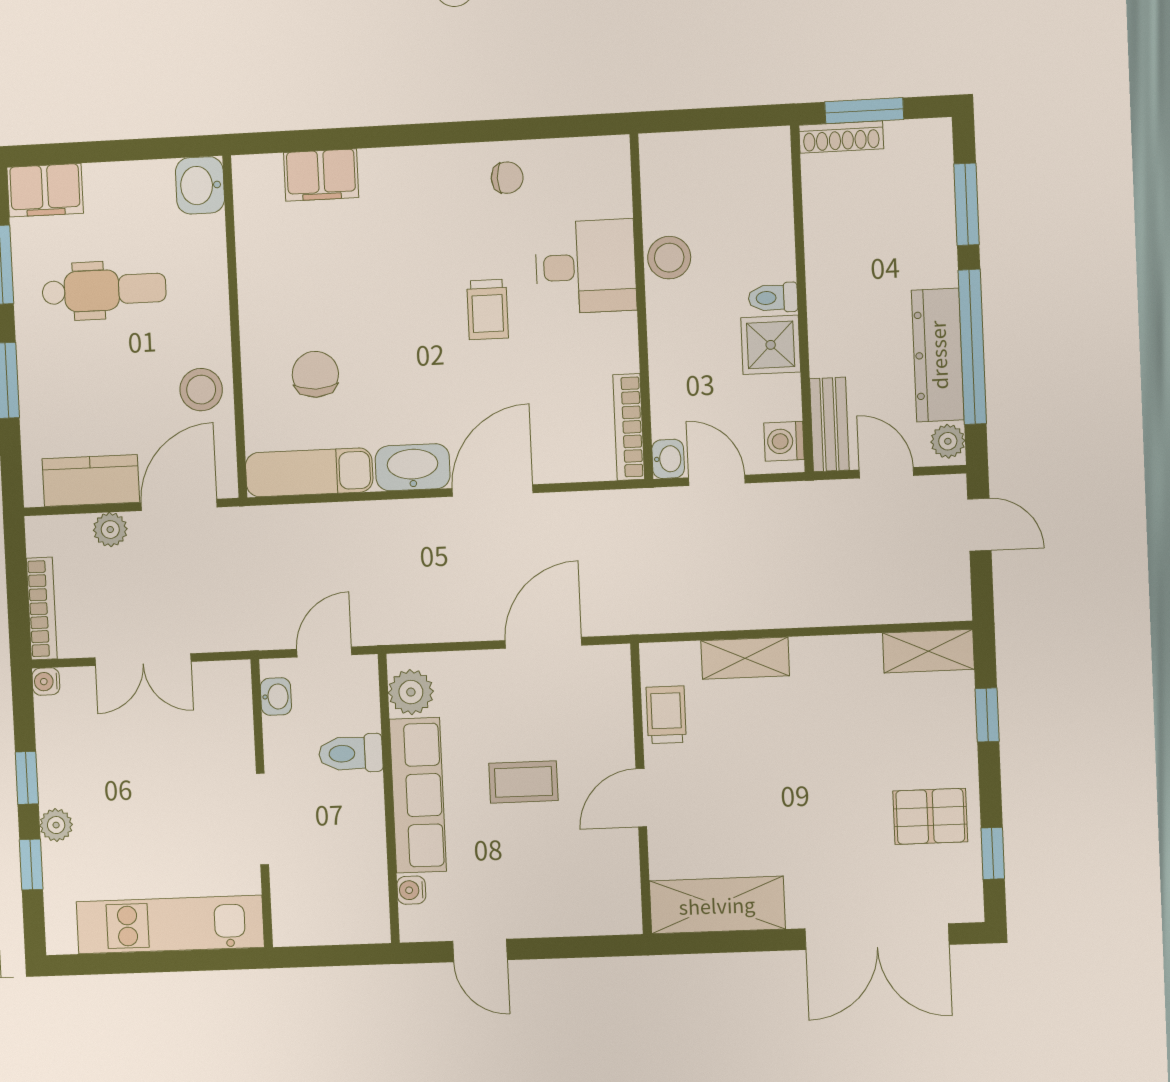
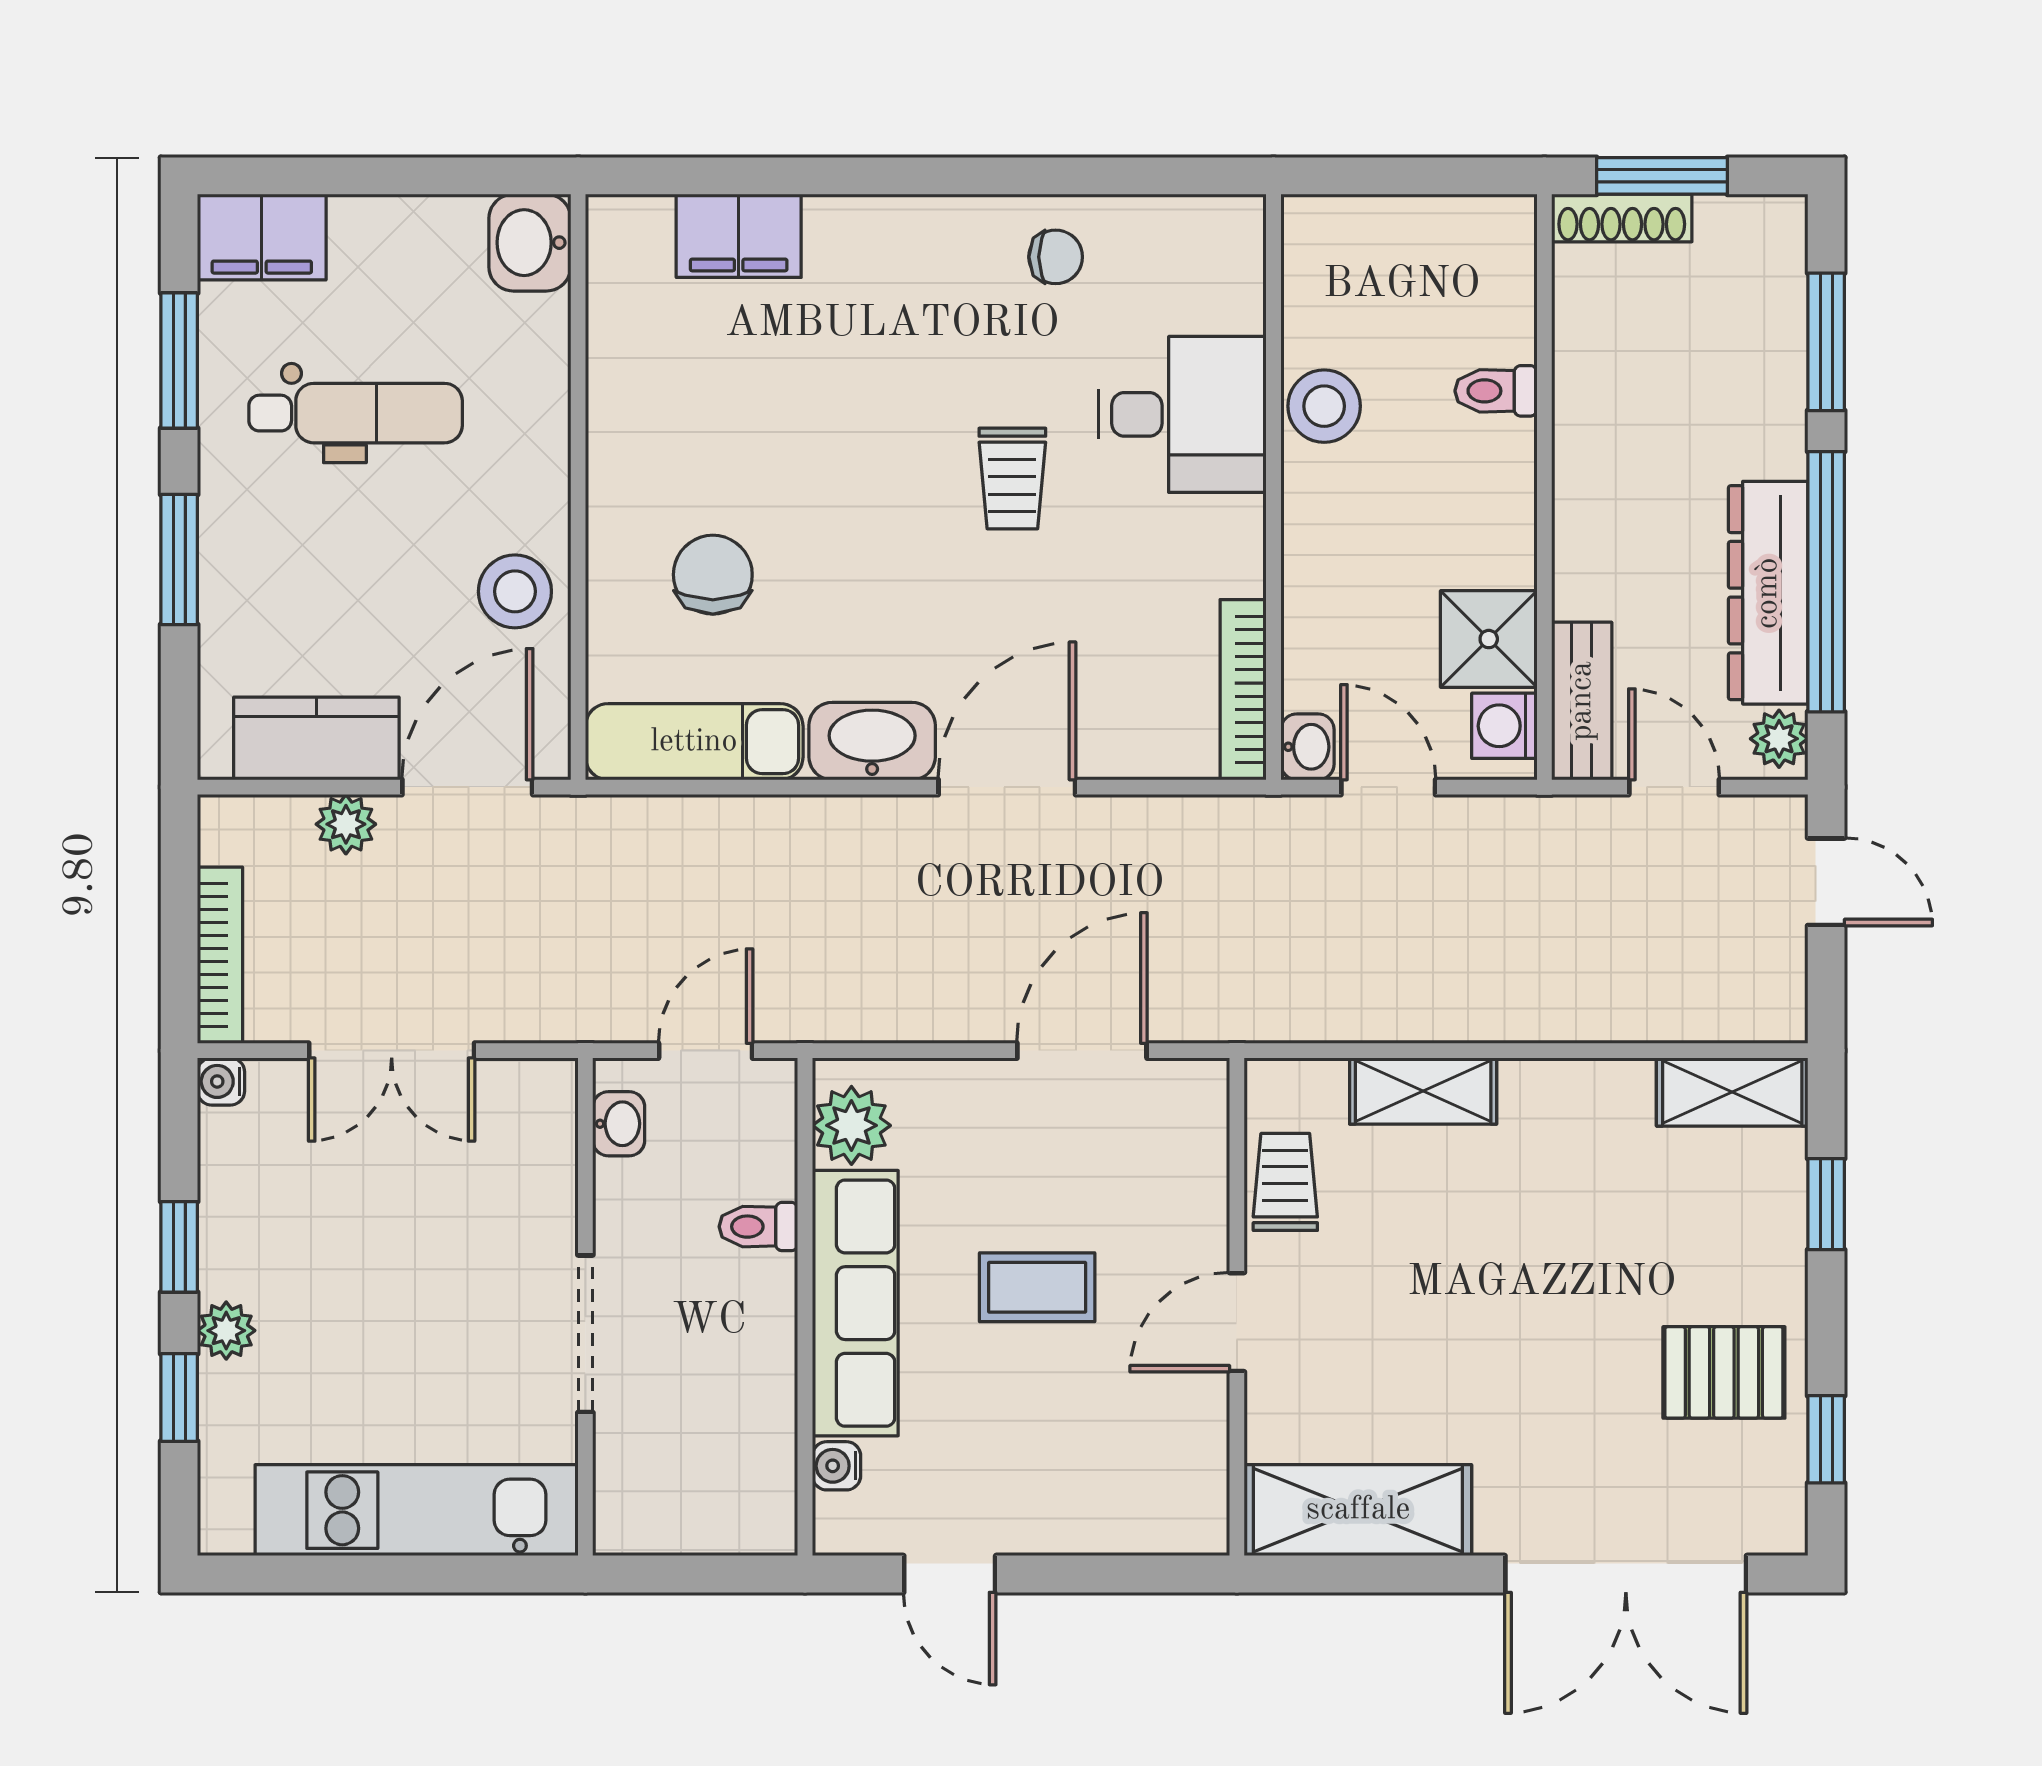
toilet: (773, 298) -> (1496, 391), moved
shower: (771, 345) -> (1489, 639), moved
toilet: (351, 753) -> (758, 1227), width x0.73, depth x0.72

